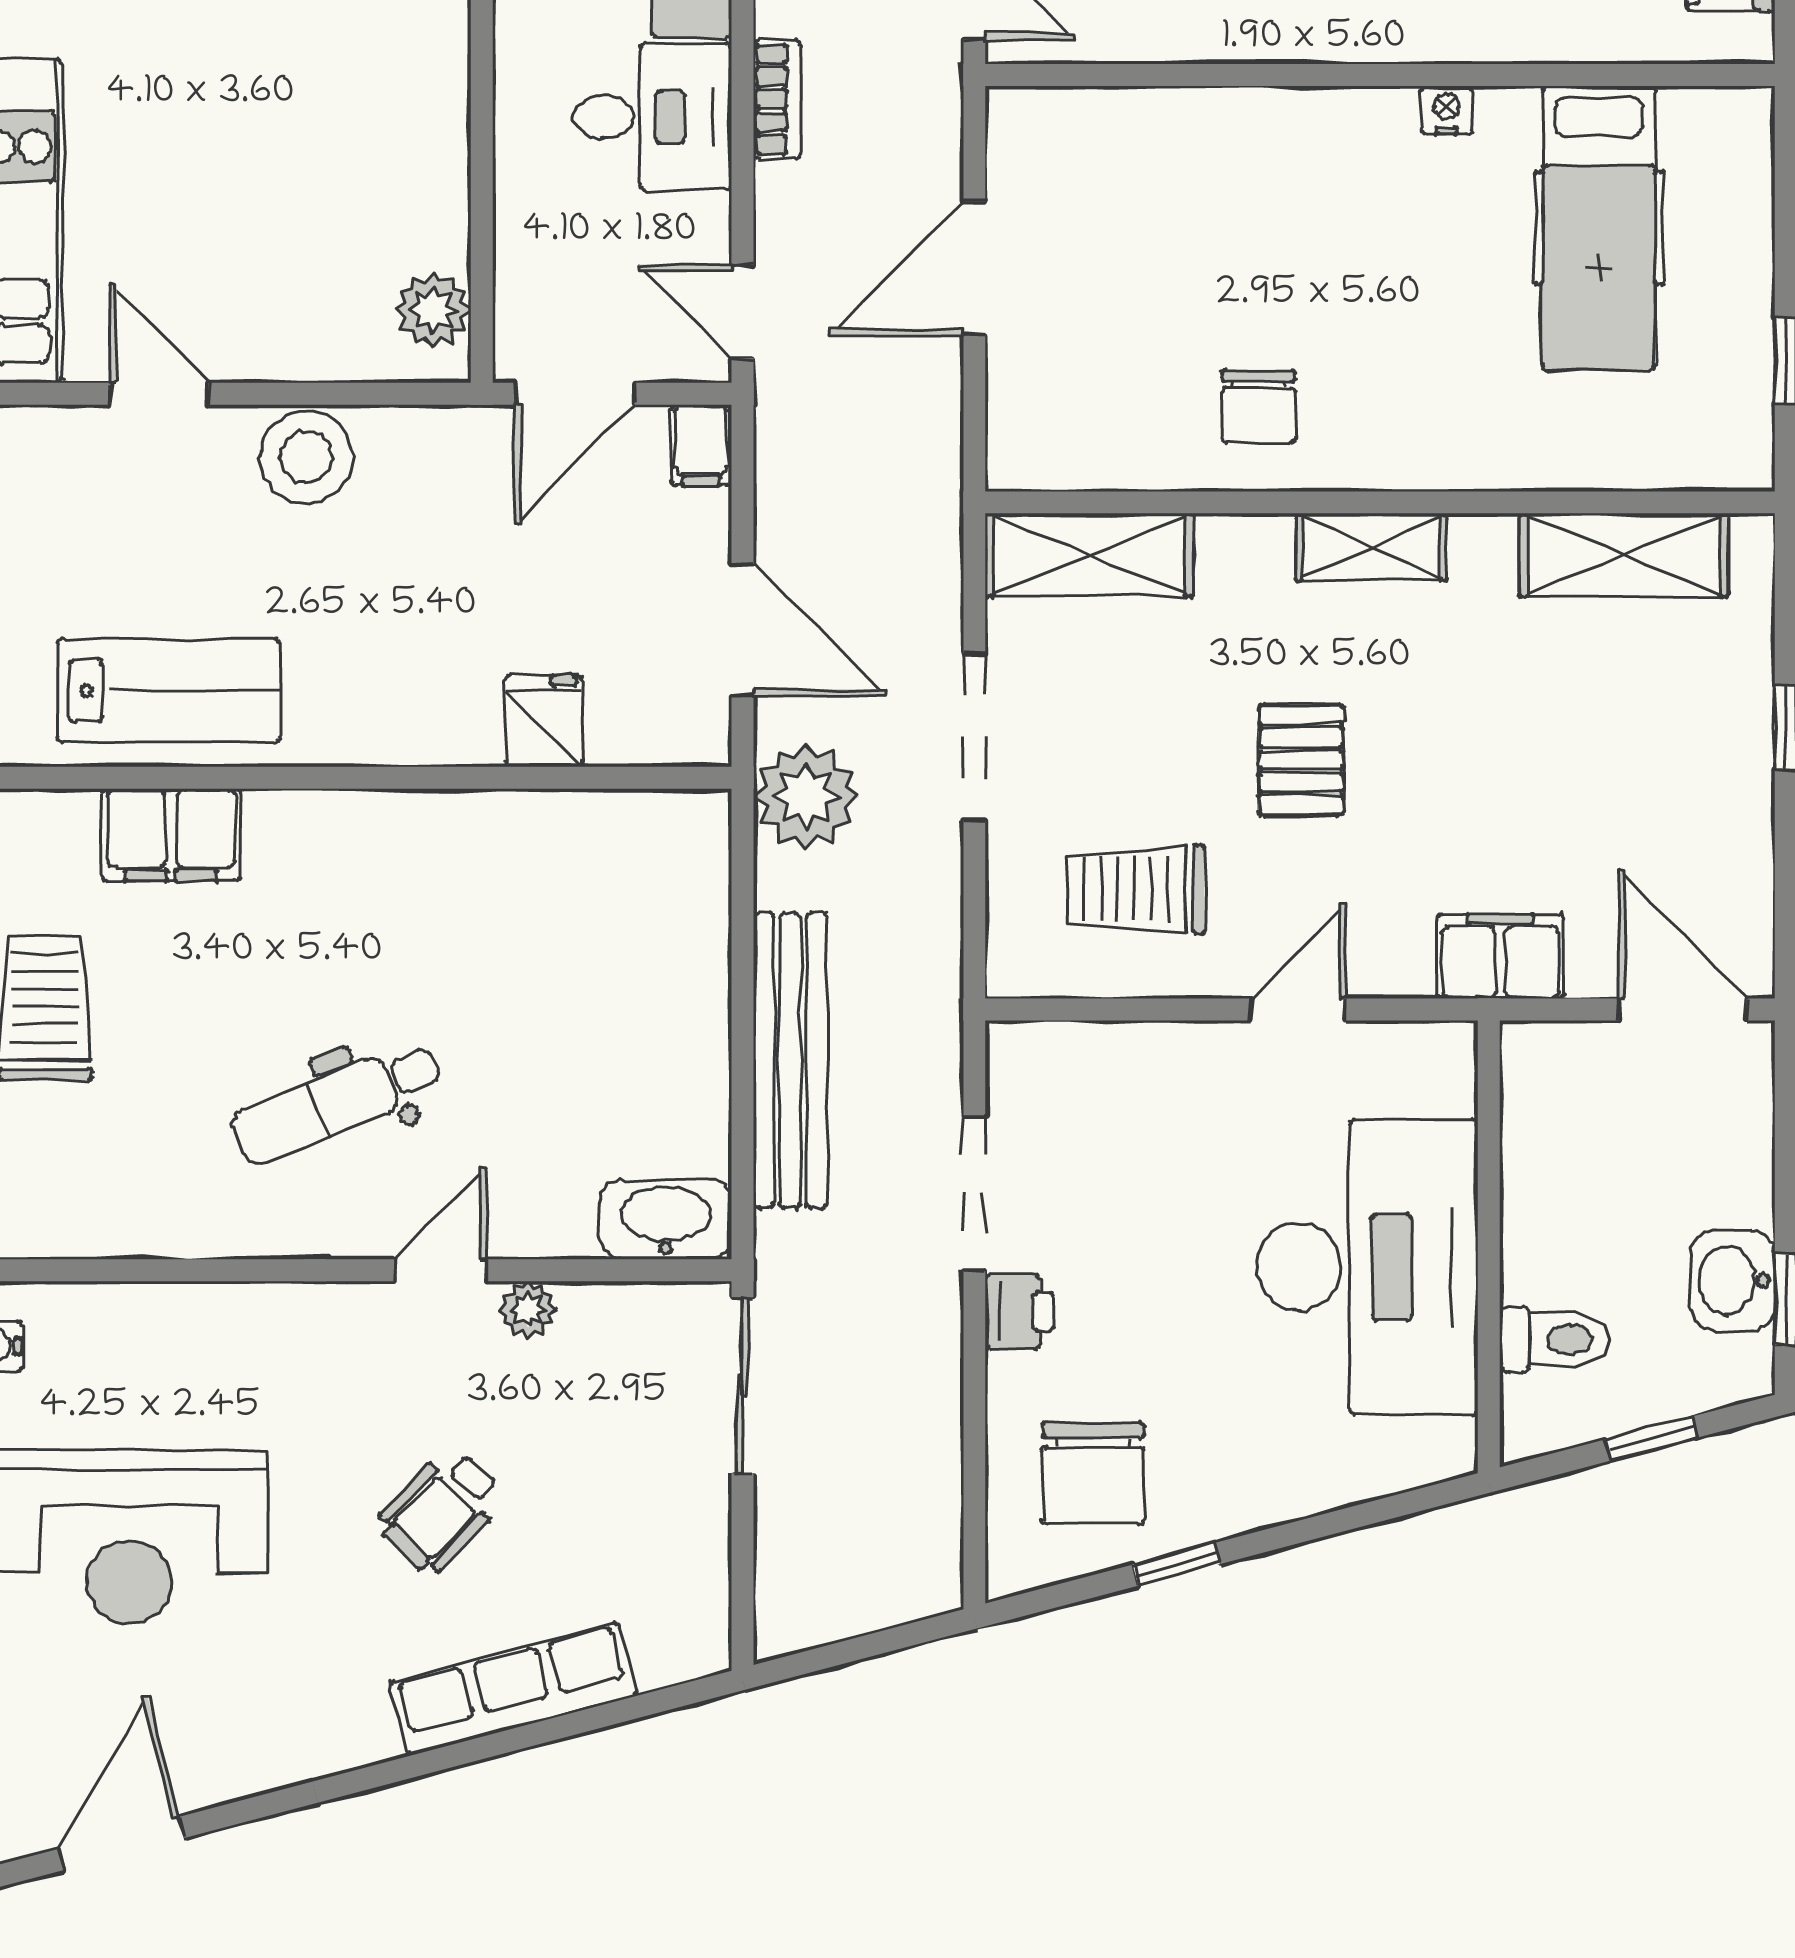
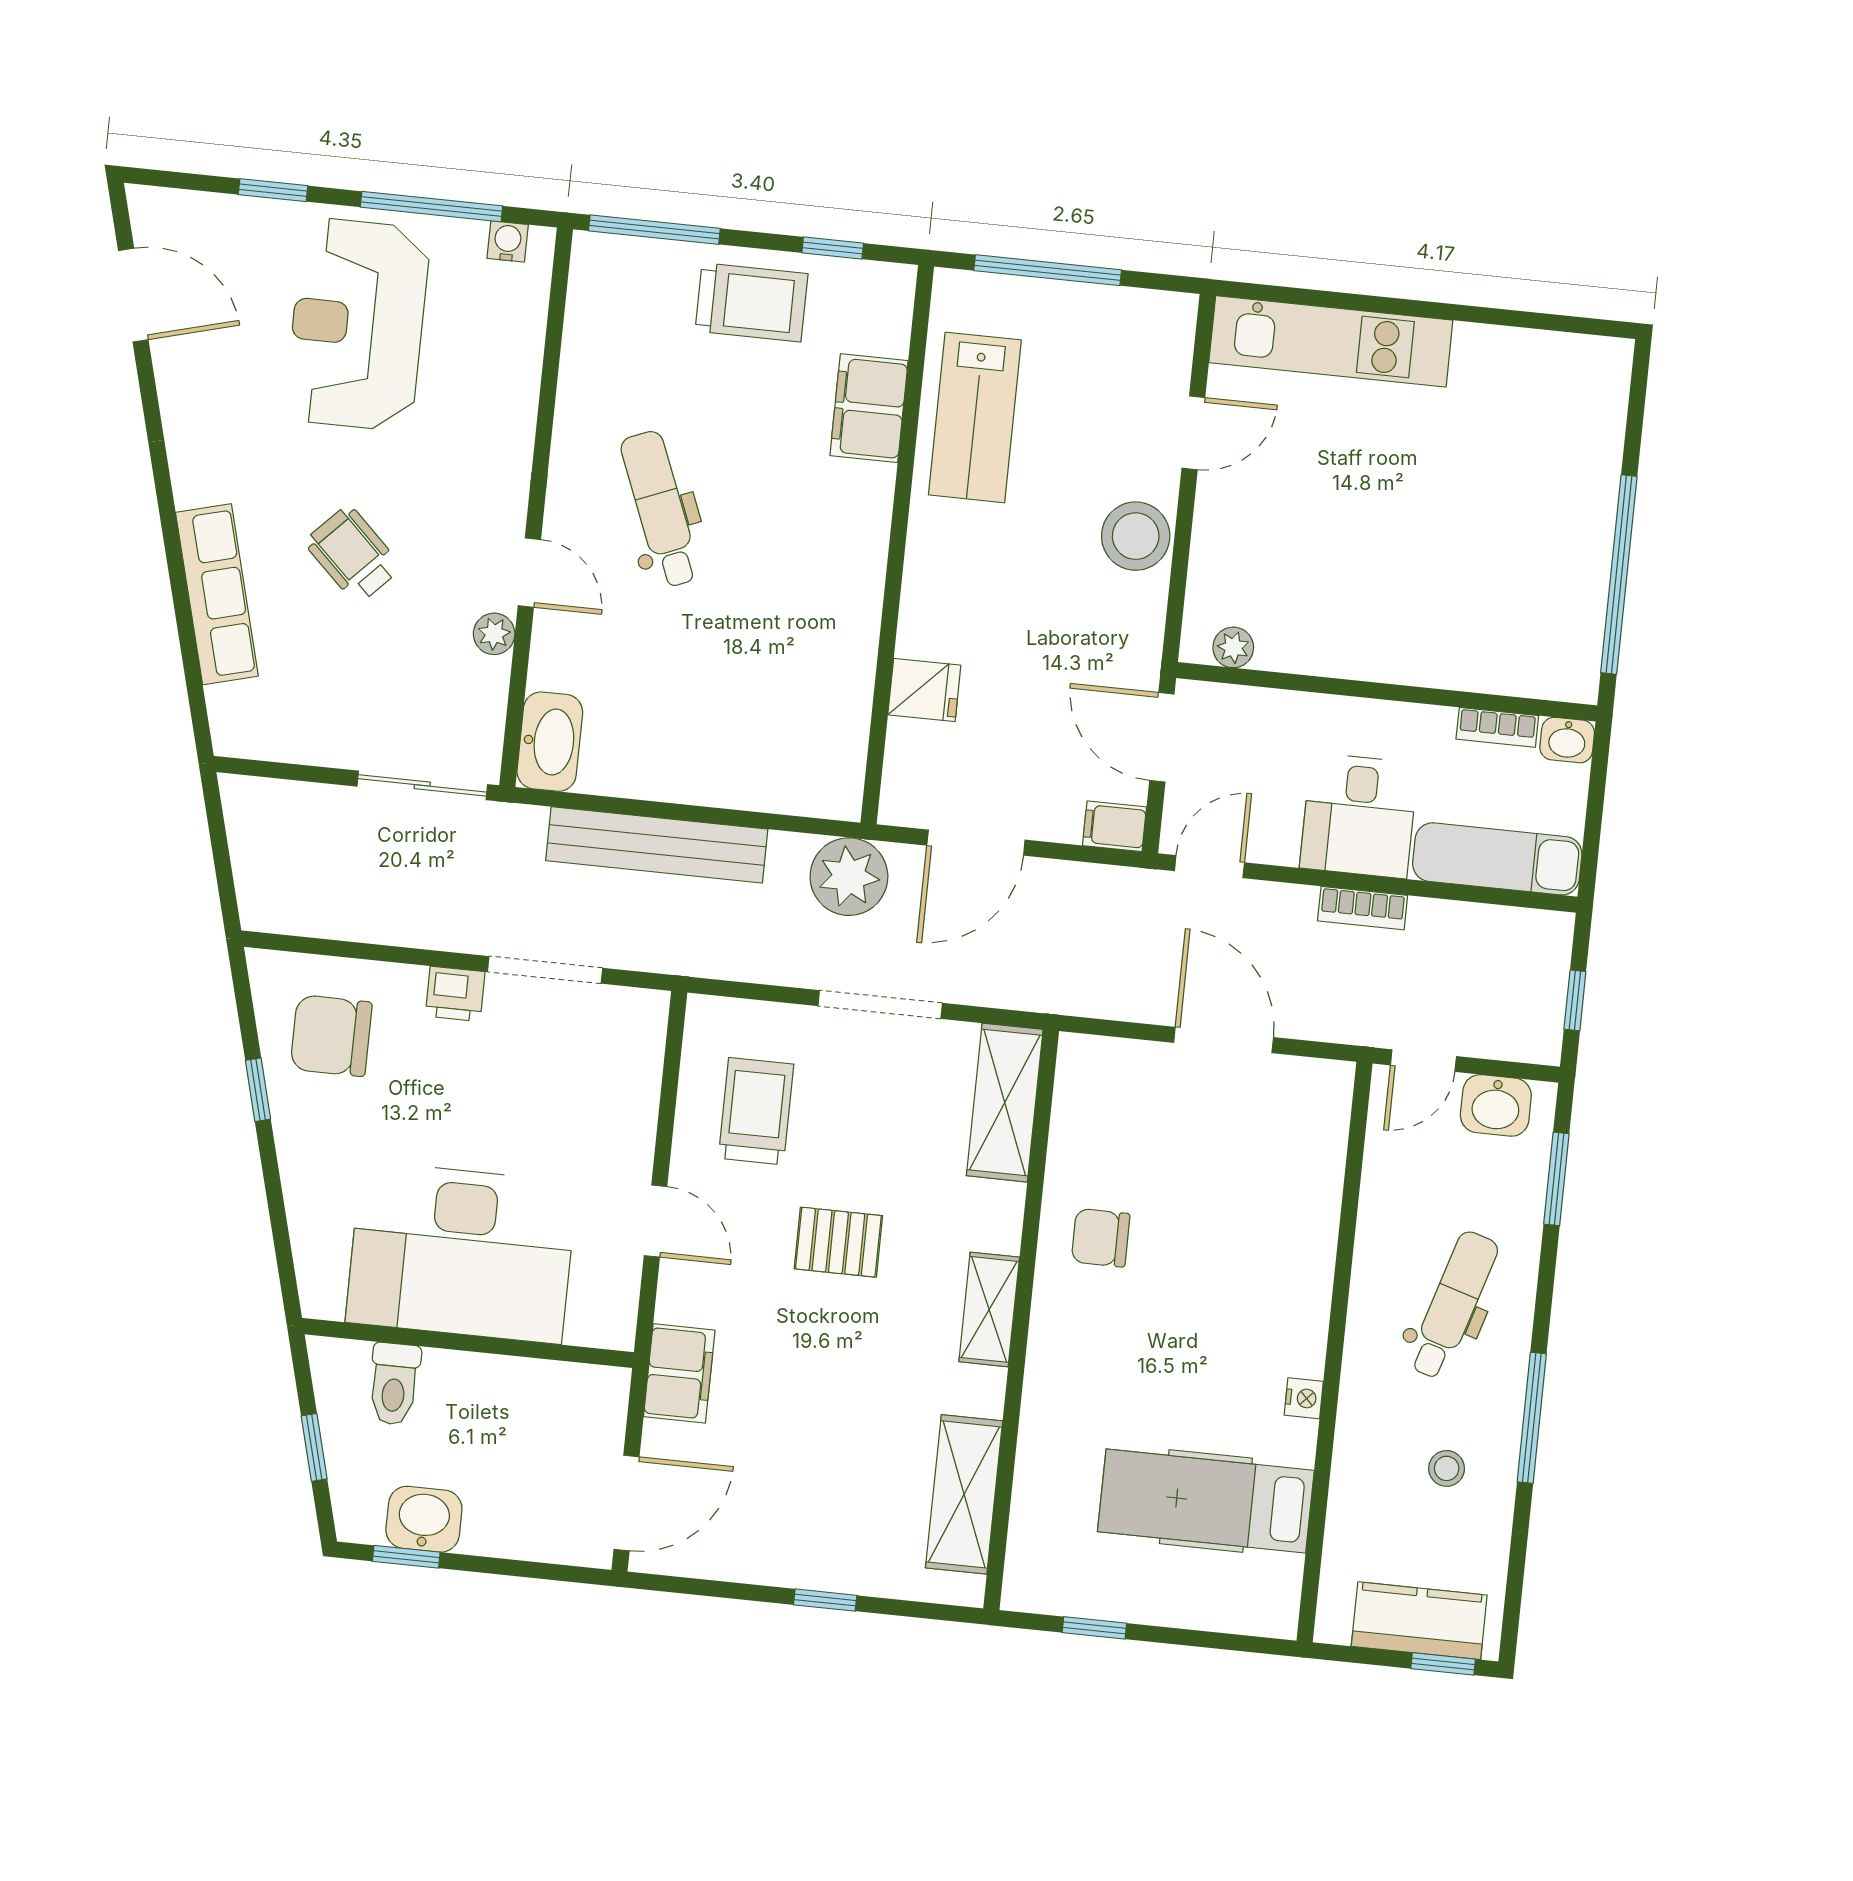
plant: (433, 310) -> (1233, 647), width x0.73, depth x0.73

